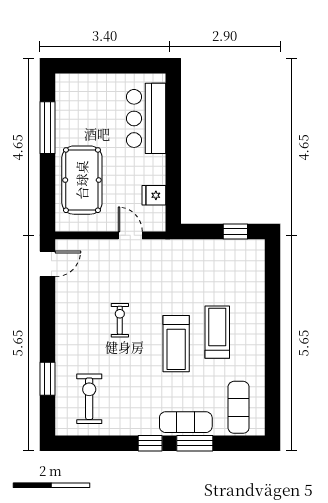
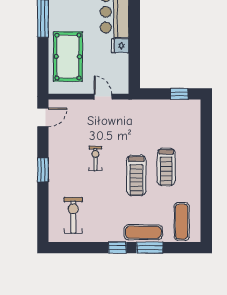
fridge: (154, 195) -> (120, 46), moved
treadmill: (217, 332) -> (166, 167), turned 180
window: (48, 379) -> (43, 170), moved

